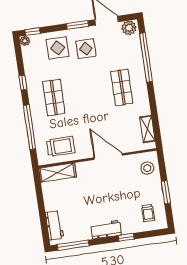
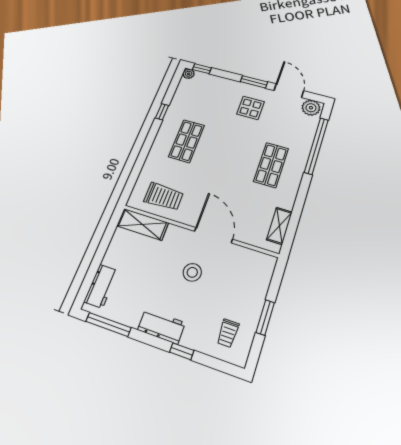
display table: (58, 48) -> (220, 94), removed
window: (29, 127) -> (141, 159), removed
stool: (147, 168) -> (192, 272), moved

